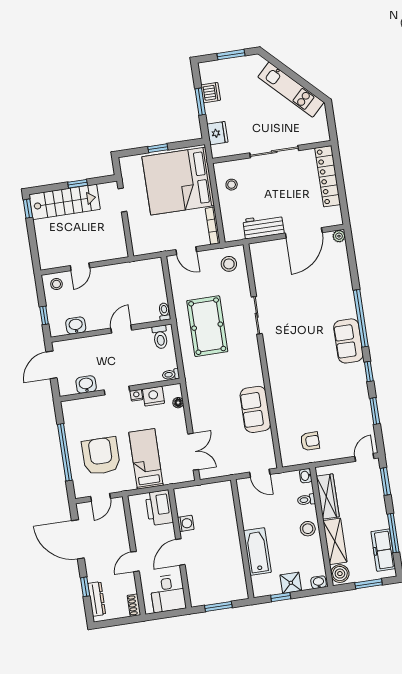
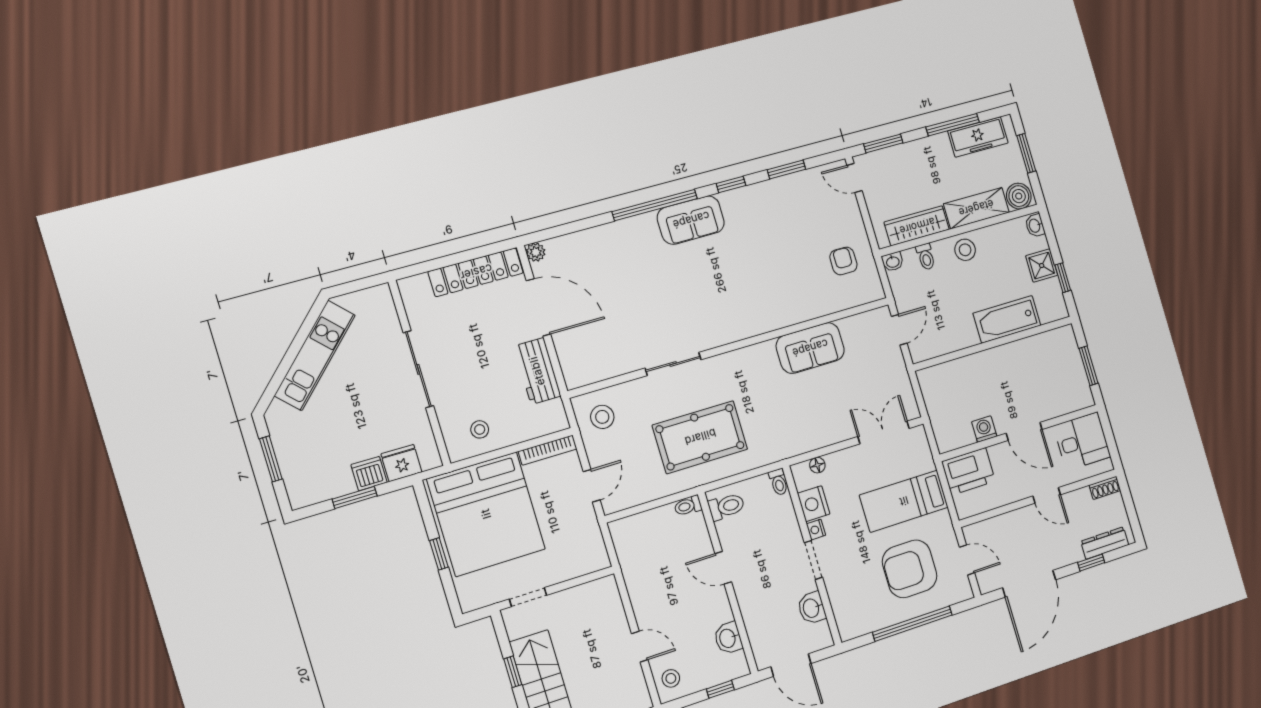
dishwasher: (211, 93) -> (369, 474), moved
locker: (328, 176) -> (476, 272), moved

